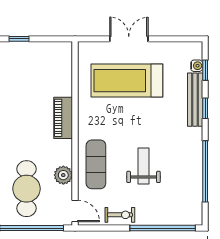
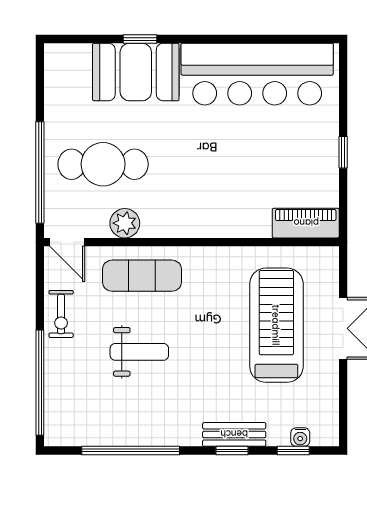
bench: (195, 100) -> (234, 434), width x0.73
piano: (63, 118) -> (306, 223), moved
door: (75, 211) -> (67, 242), hinge flipped

